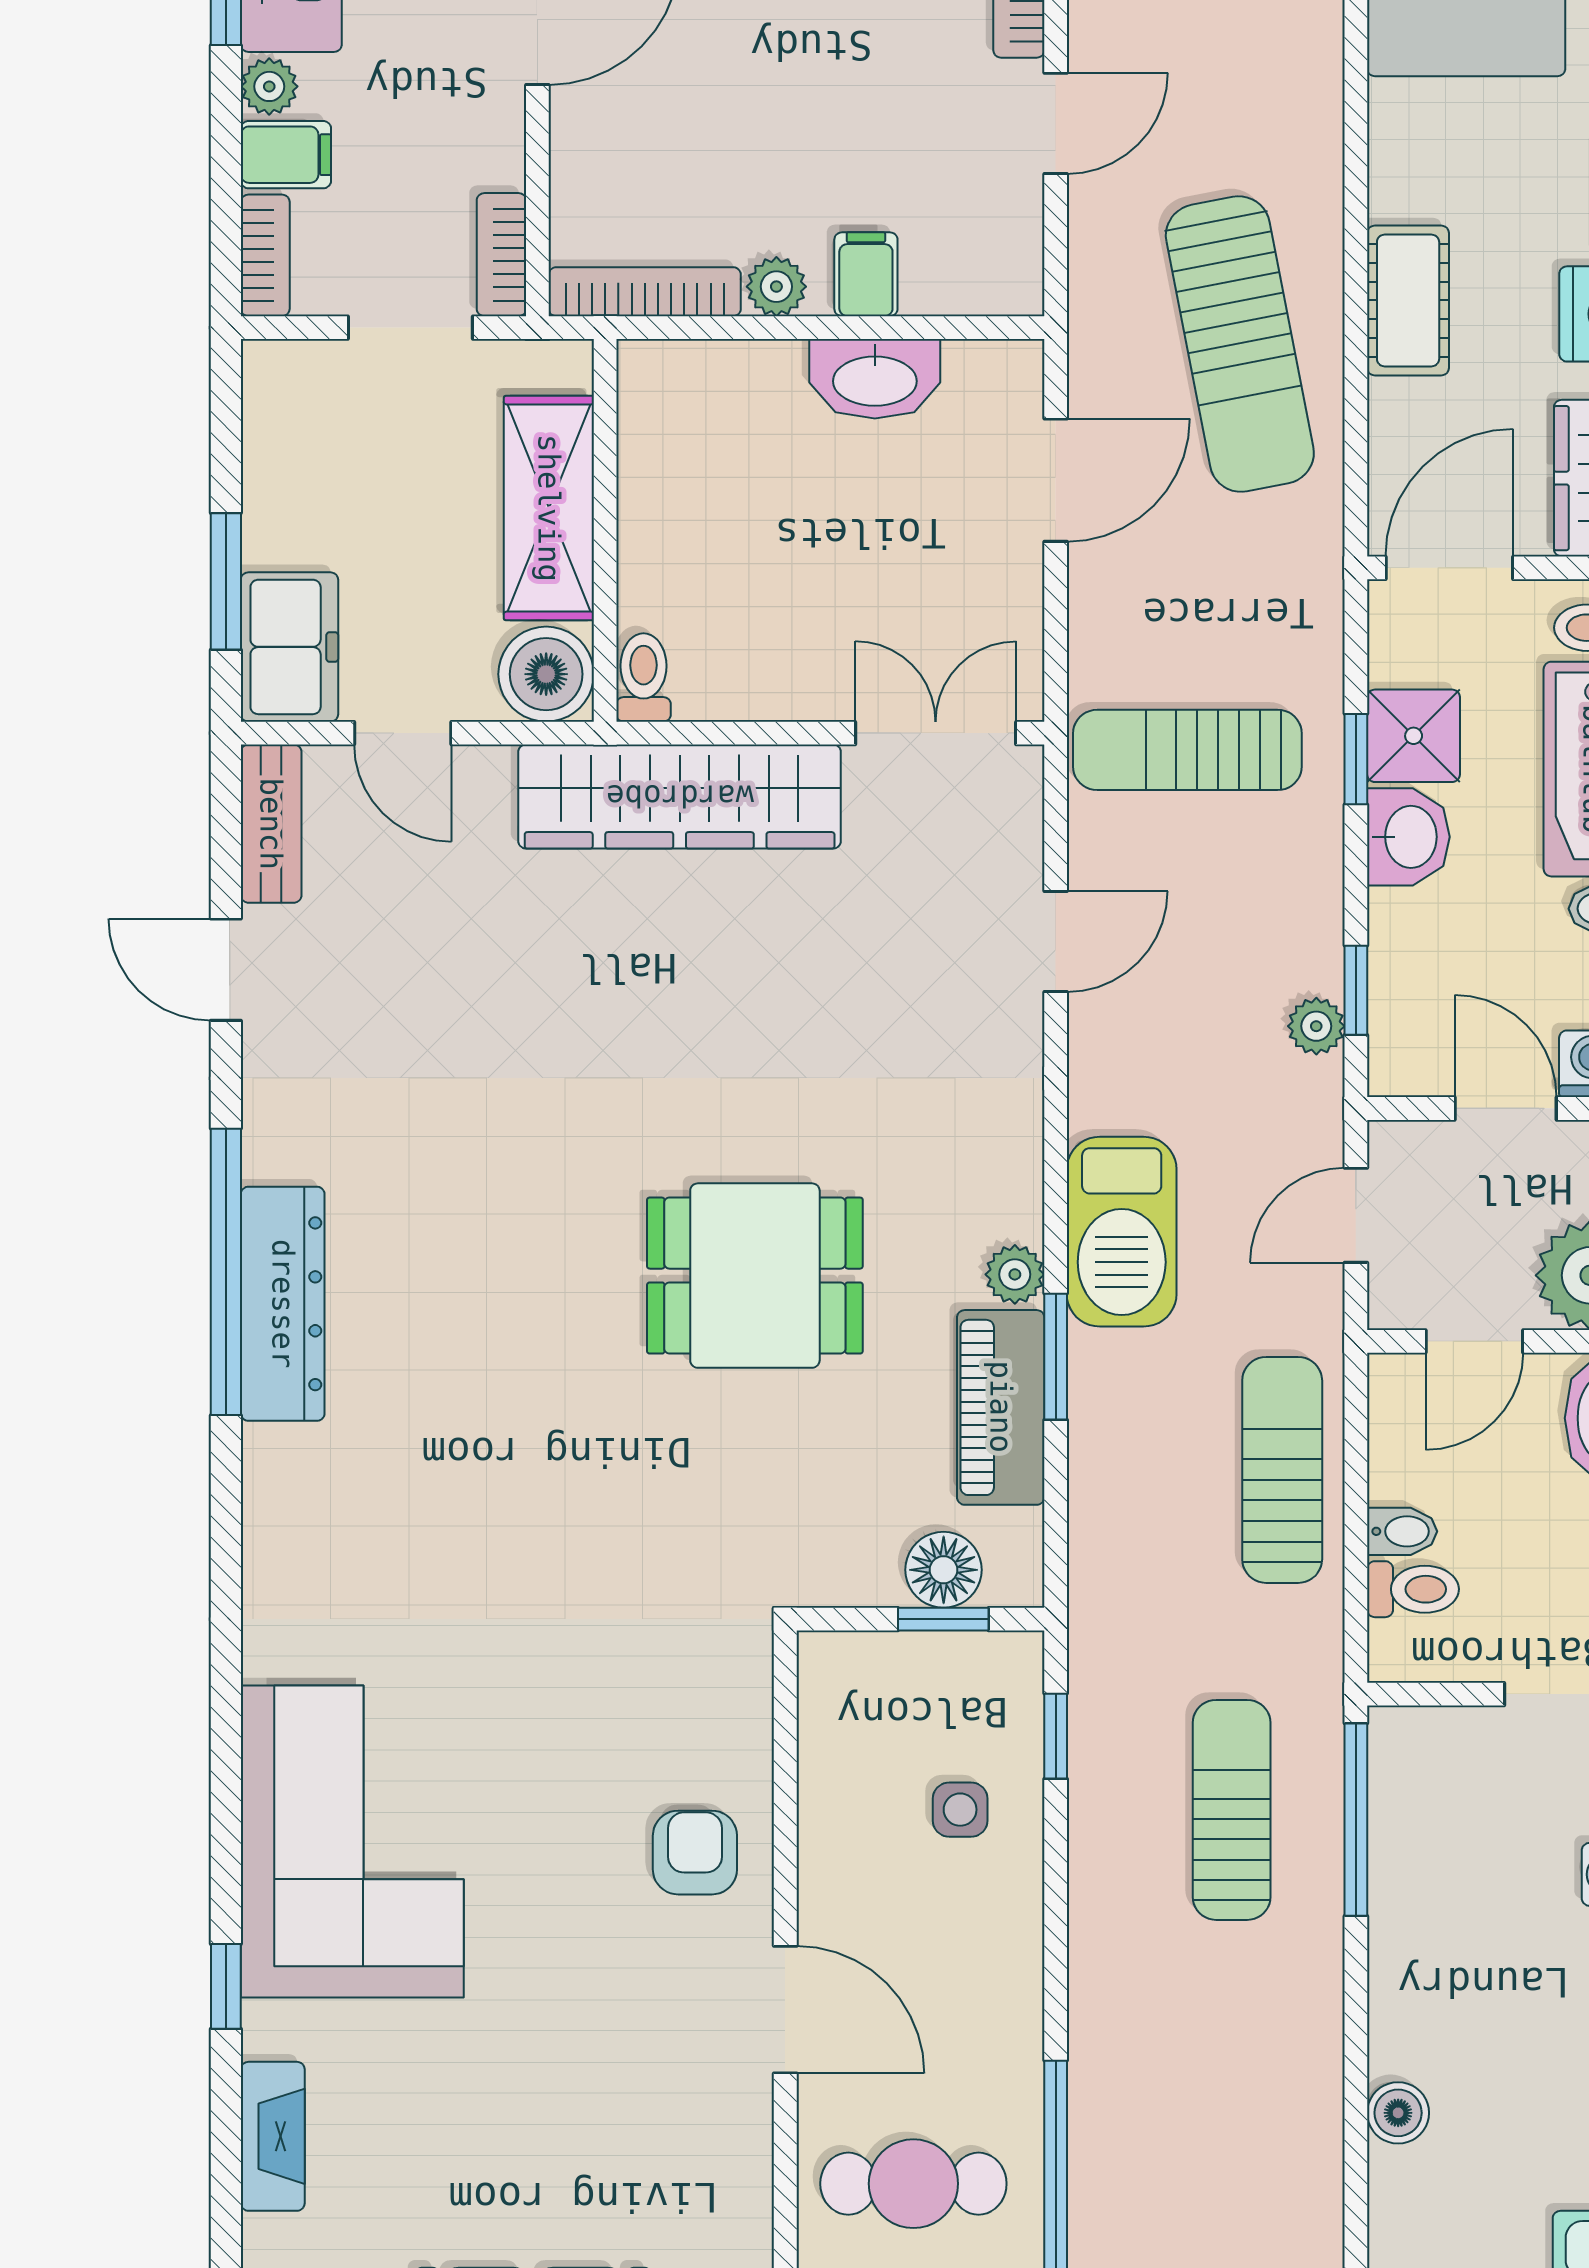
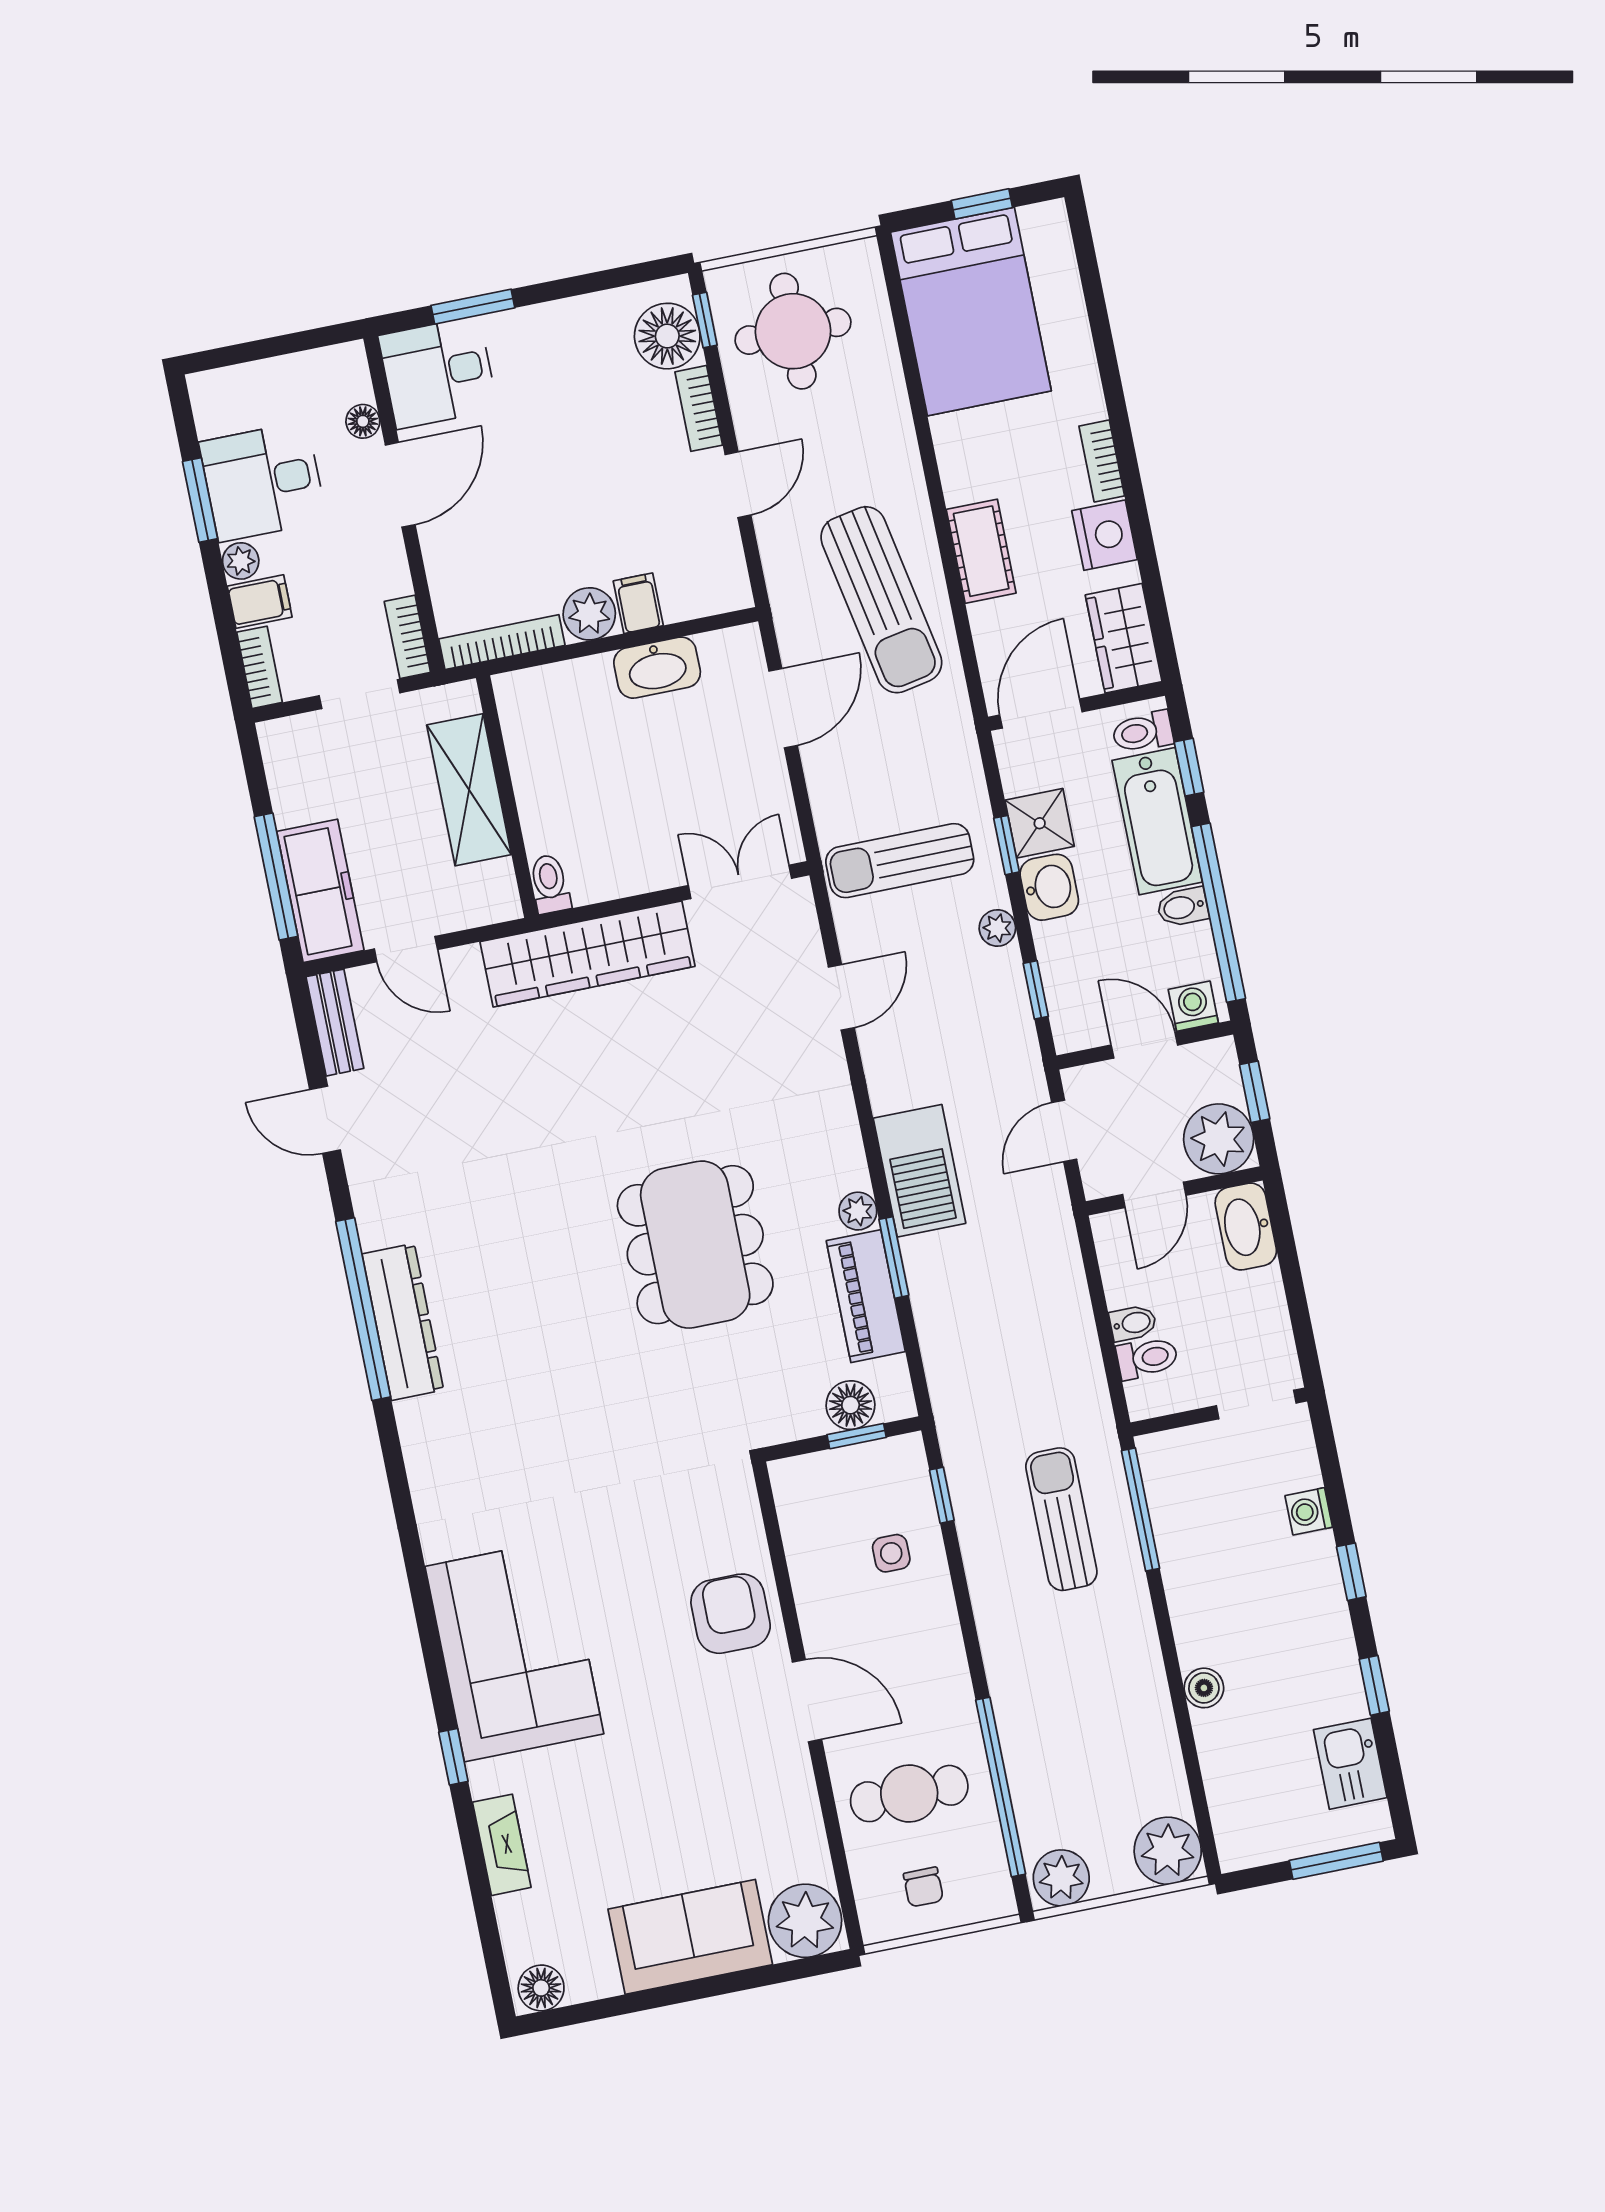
plant: (776, 287) -> (589, 614), width x1.38, depth x1.38
window: (226, 581) -> (276, 877), width x1.44
freezer: (289, 647) -> (320, 891), width x1.40
boiler: (546, 674) -> (488, 894), removed
plant: (1316, 1026) -> (997, 928), moved
dining table: (755, 1276) -> (695, 1245), width x1.38
sun lounger: (1282, 1470) -> (1050, 1300), removed
armchair: (695, 1853) -> (731, 1614), width x1.38, depth x1.38

